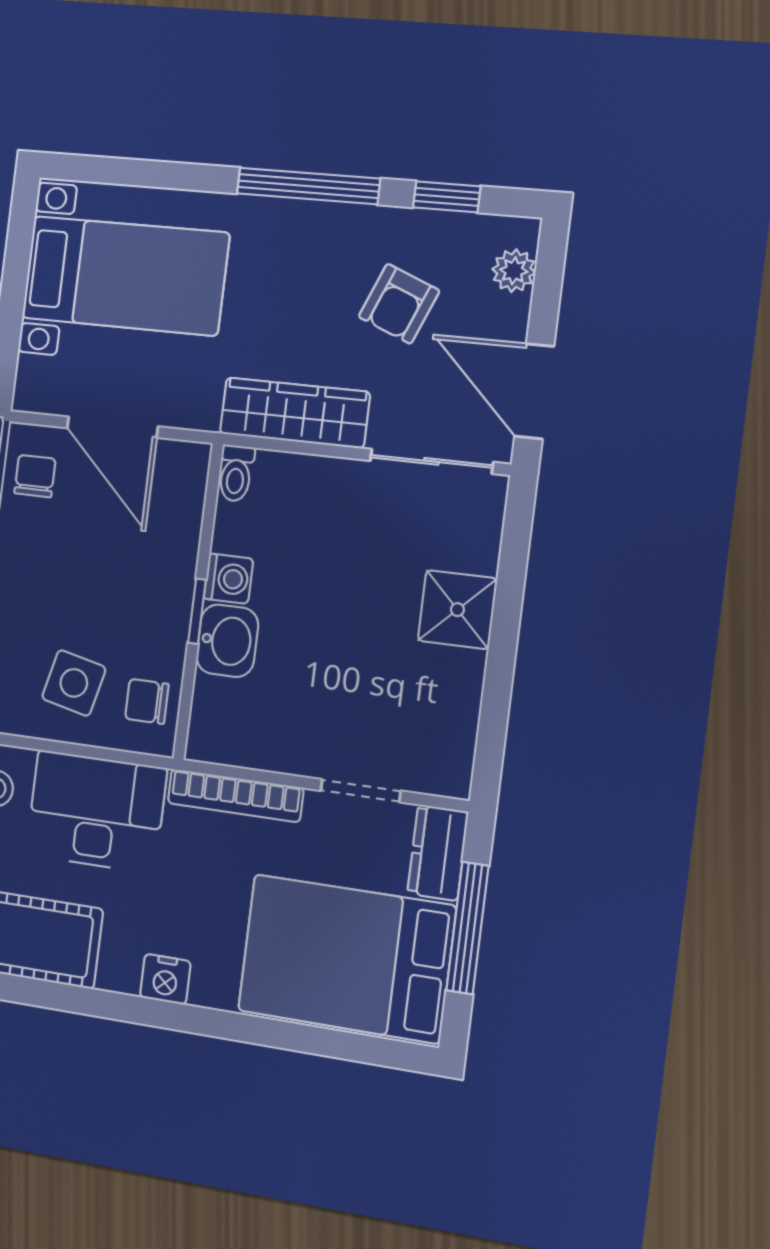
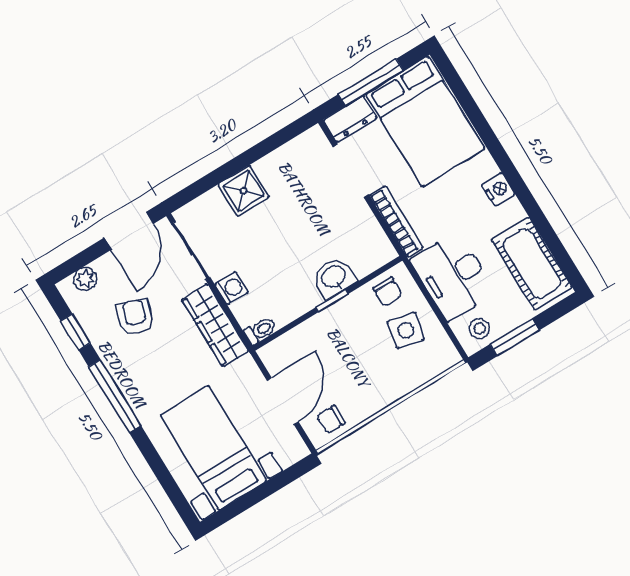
armchair: (399, 304) -> (135, 317), turned -94
washing machine: (229, 579) -> (231, 288), moved, turned 90
doorway: (361, 791) -> (351, 171), width x1.38

